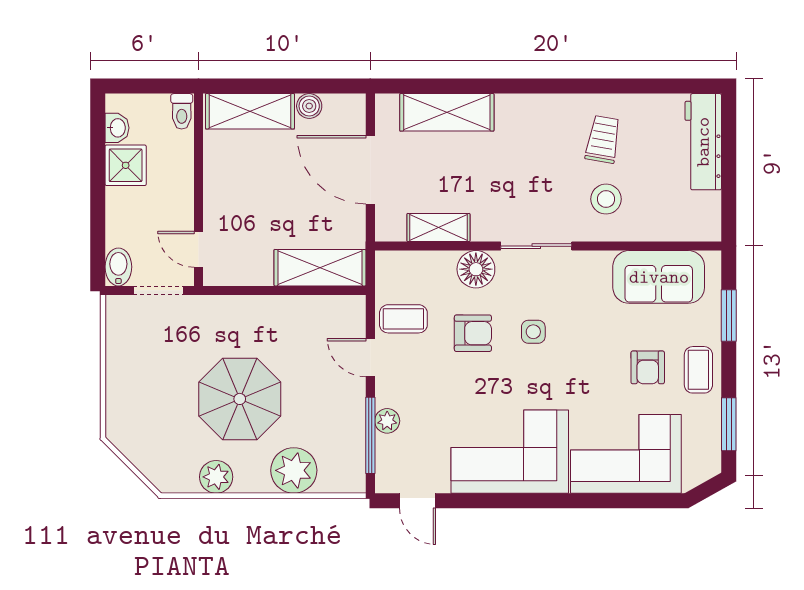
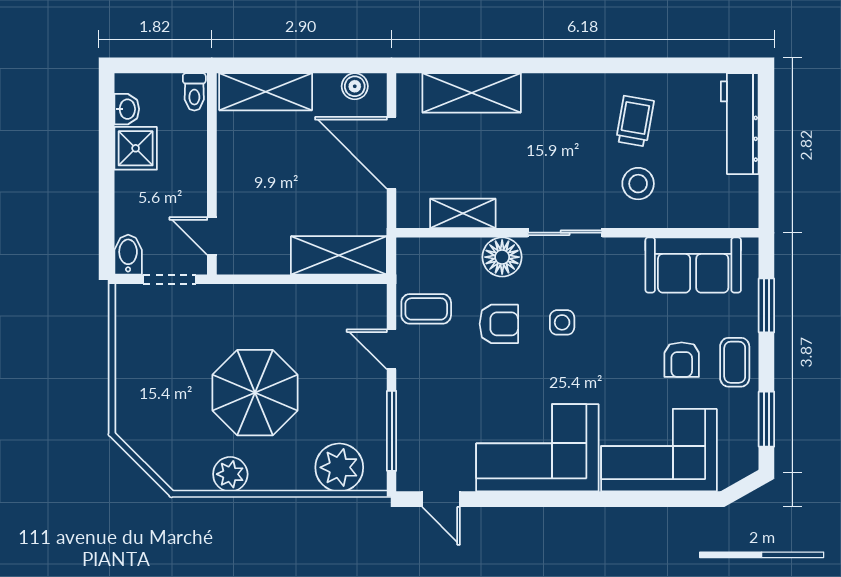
boiler: (309, 106) -> (355, 86), moved
plant: (387, 421) -> (409, 416), removed
plant: (294, 470) -> (339, 467), moved

